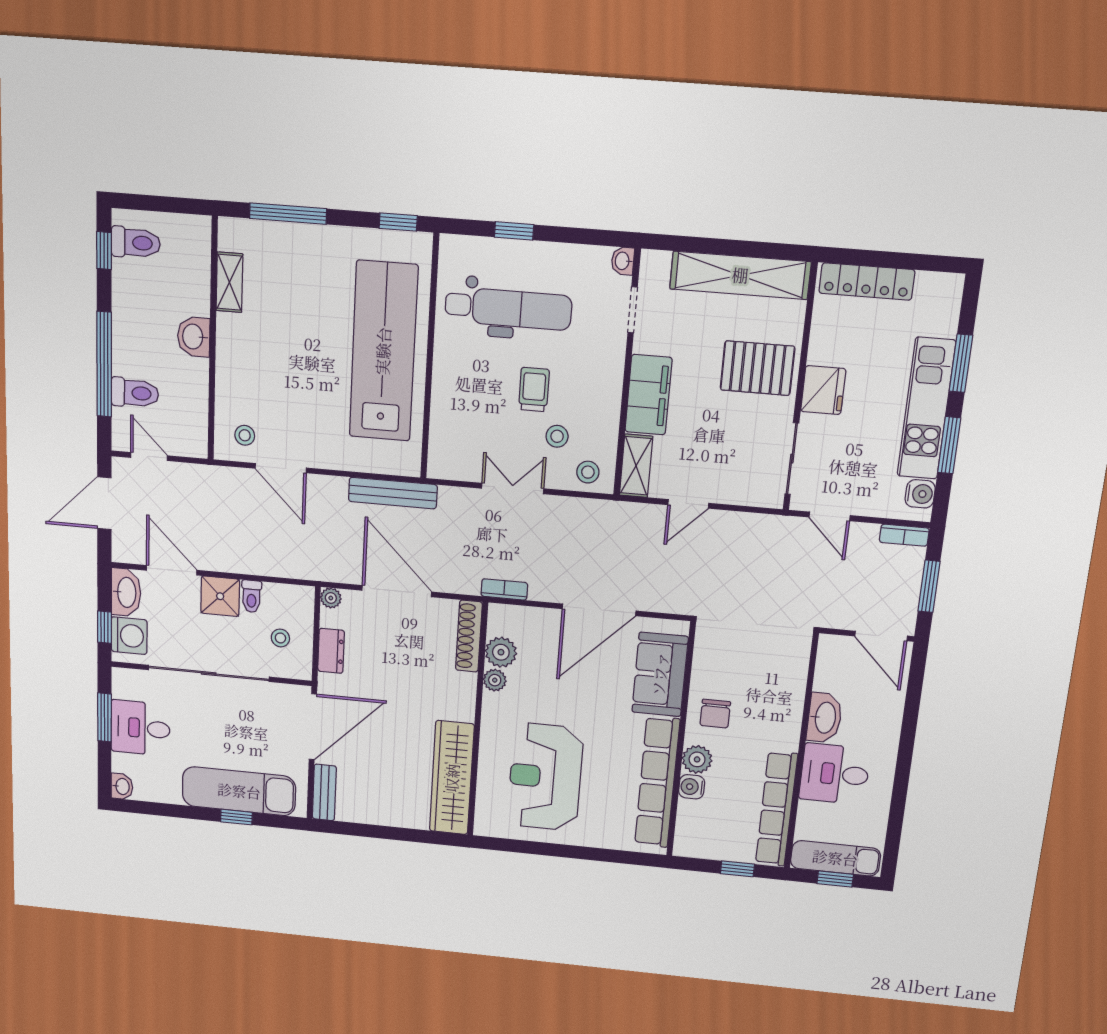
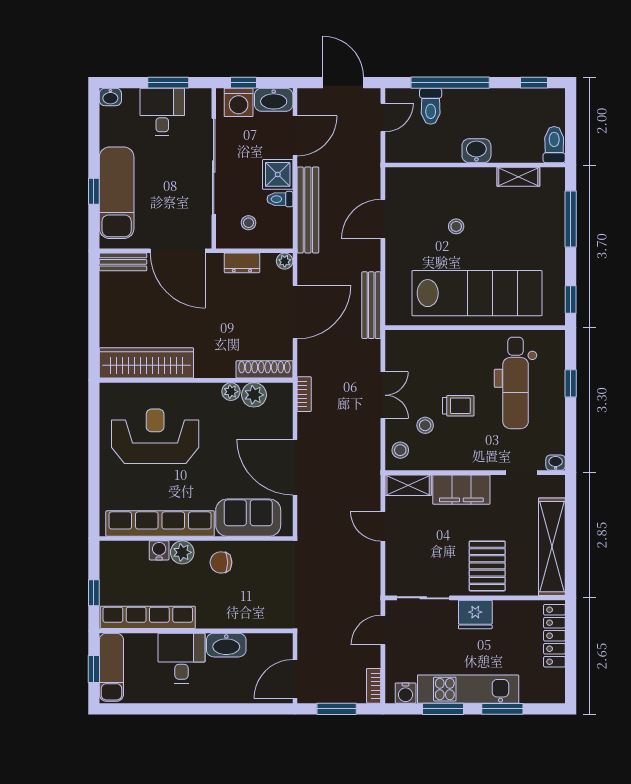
toilet: (136, 243) -> (554, 145), moved, turned 180
stool: (245, 435) -> (456, 226), moved
bench: (266, 563) -> (308, 210), added

